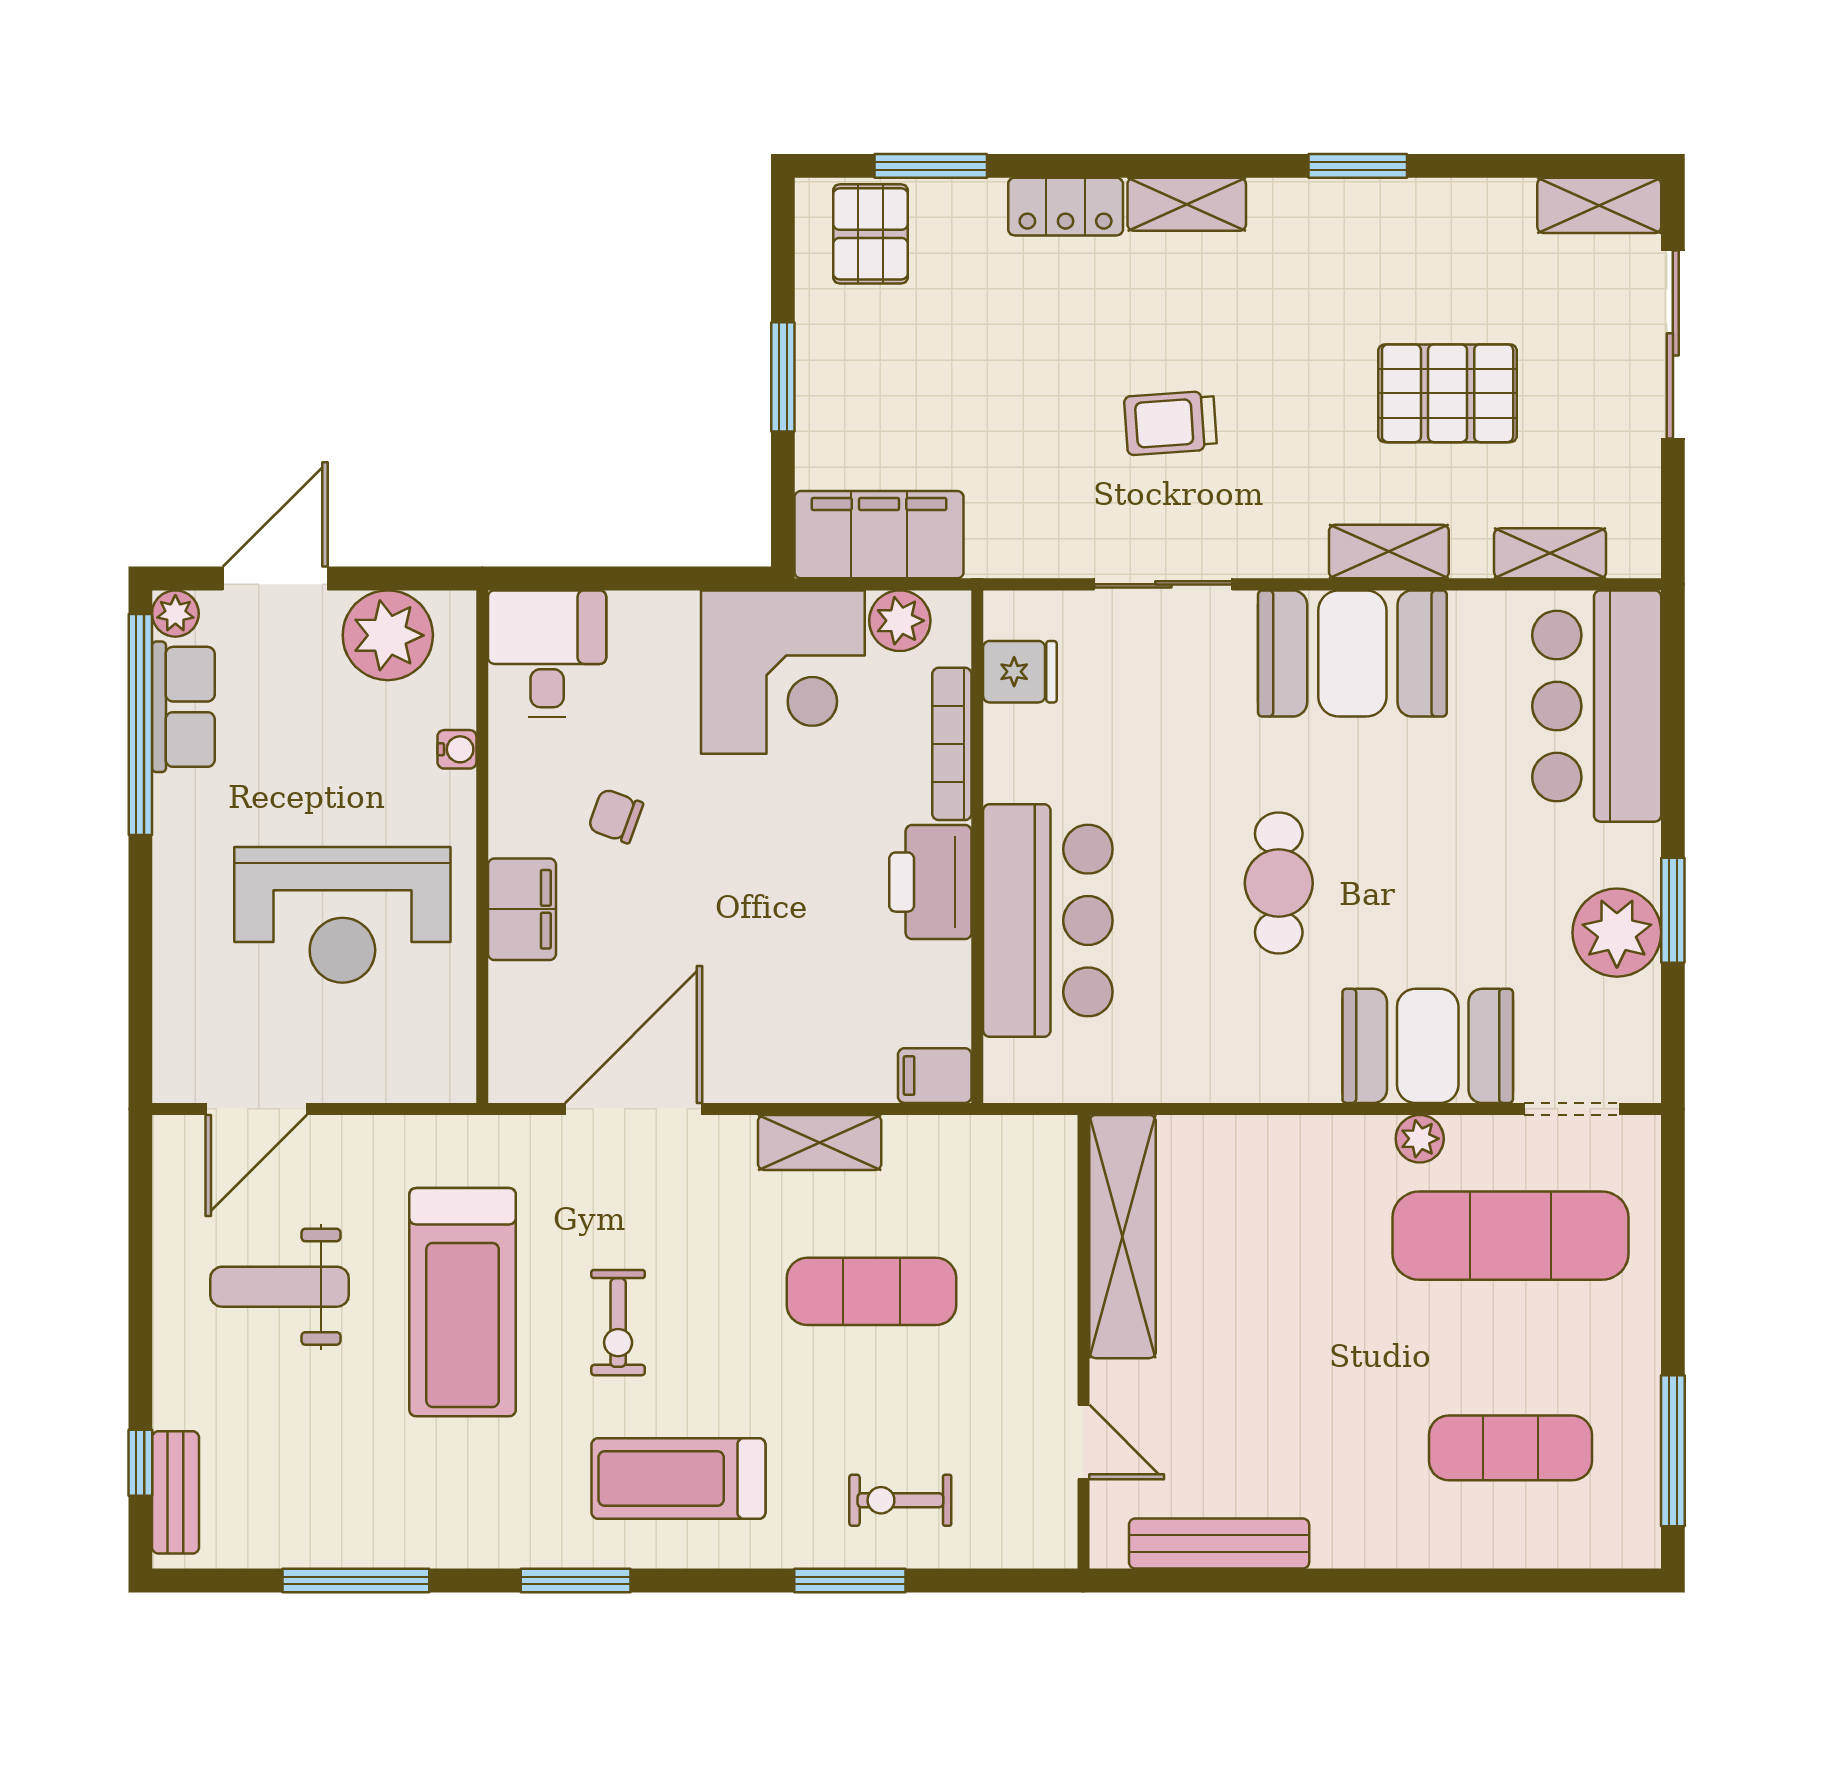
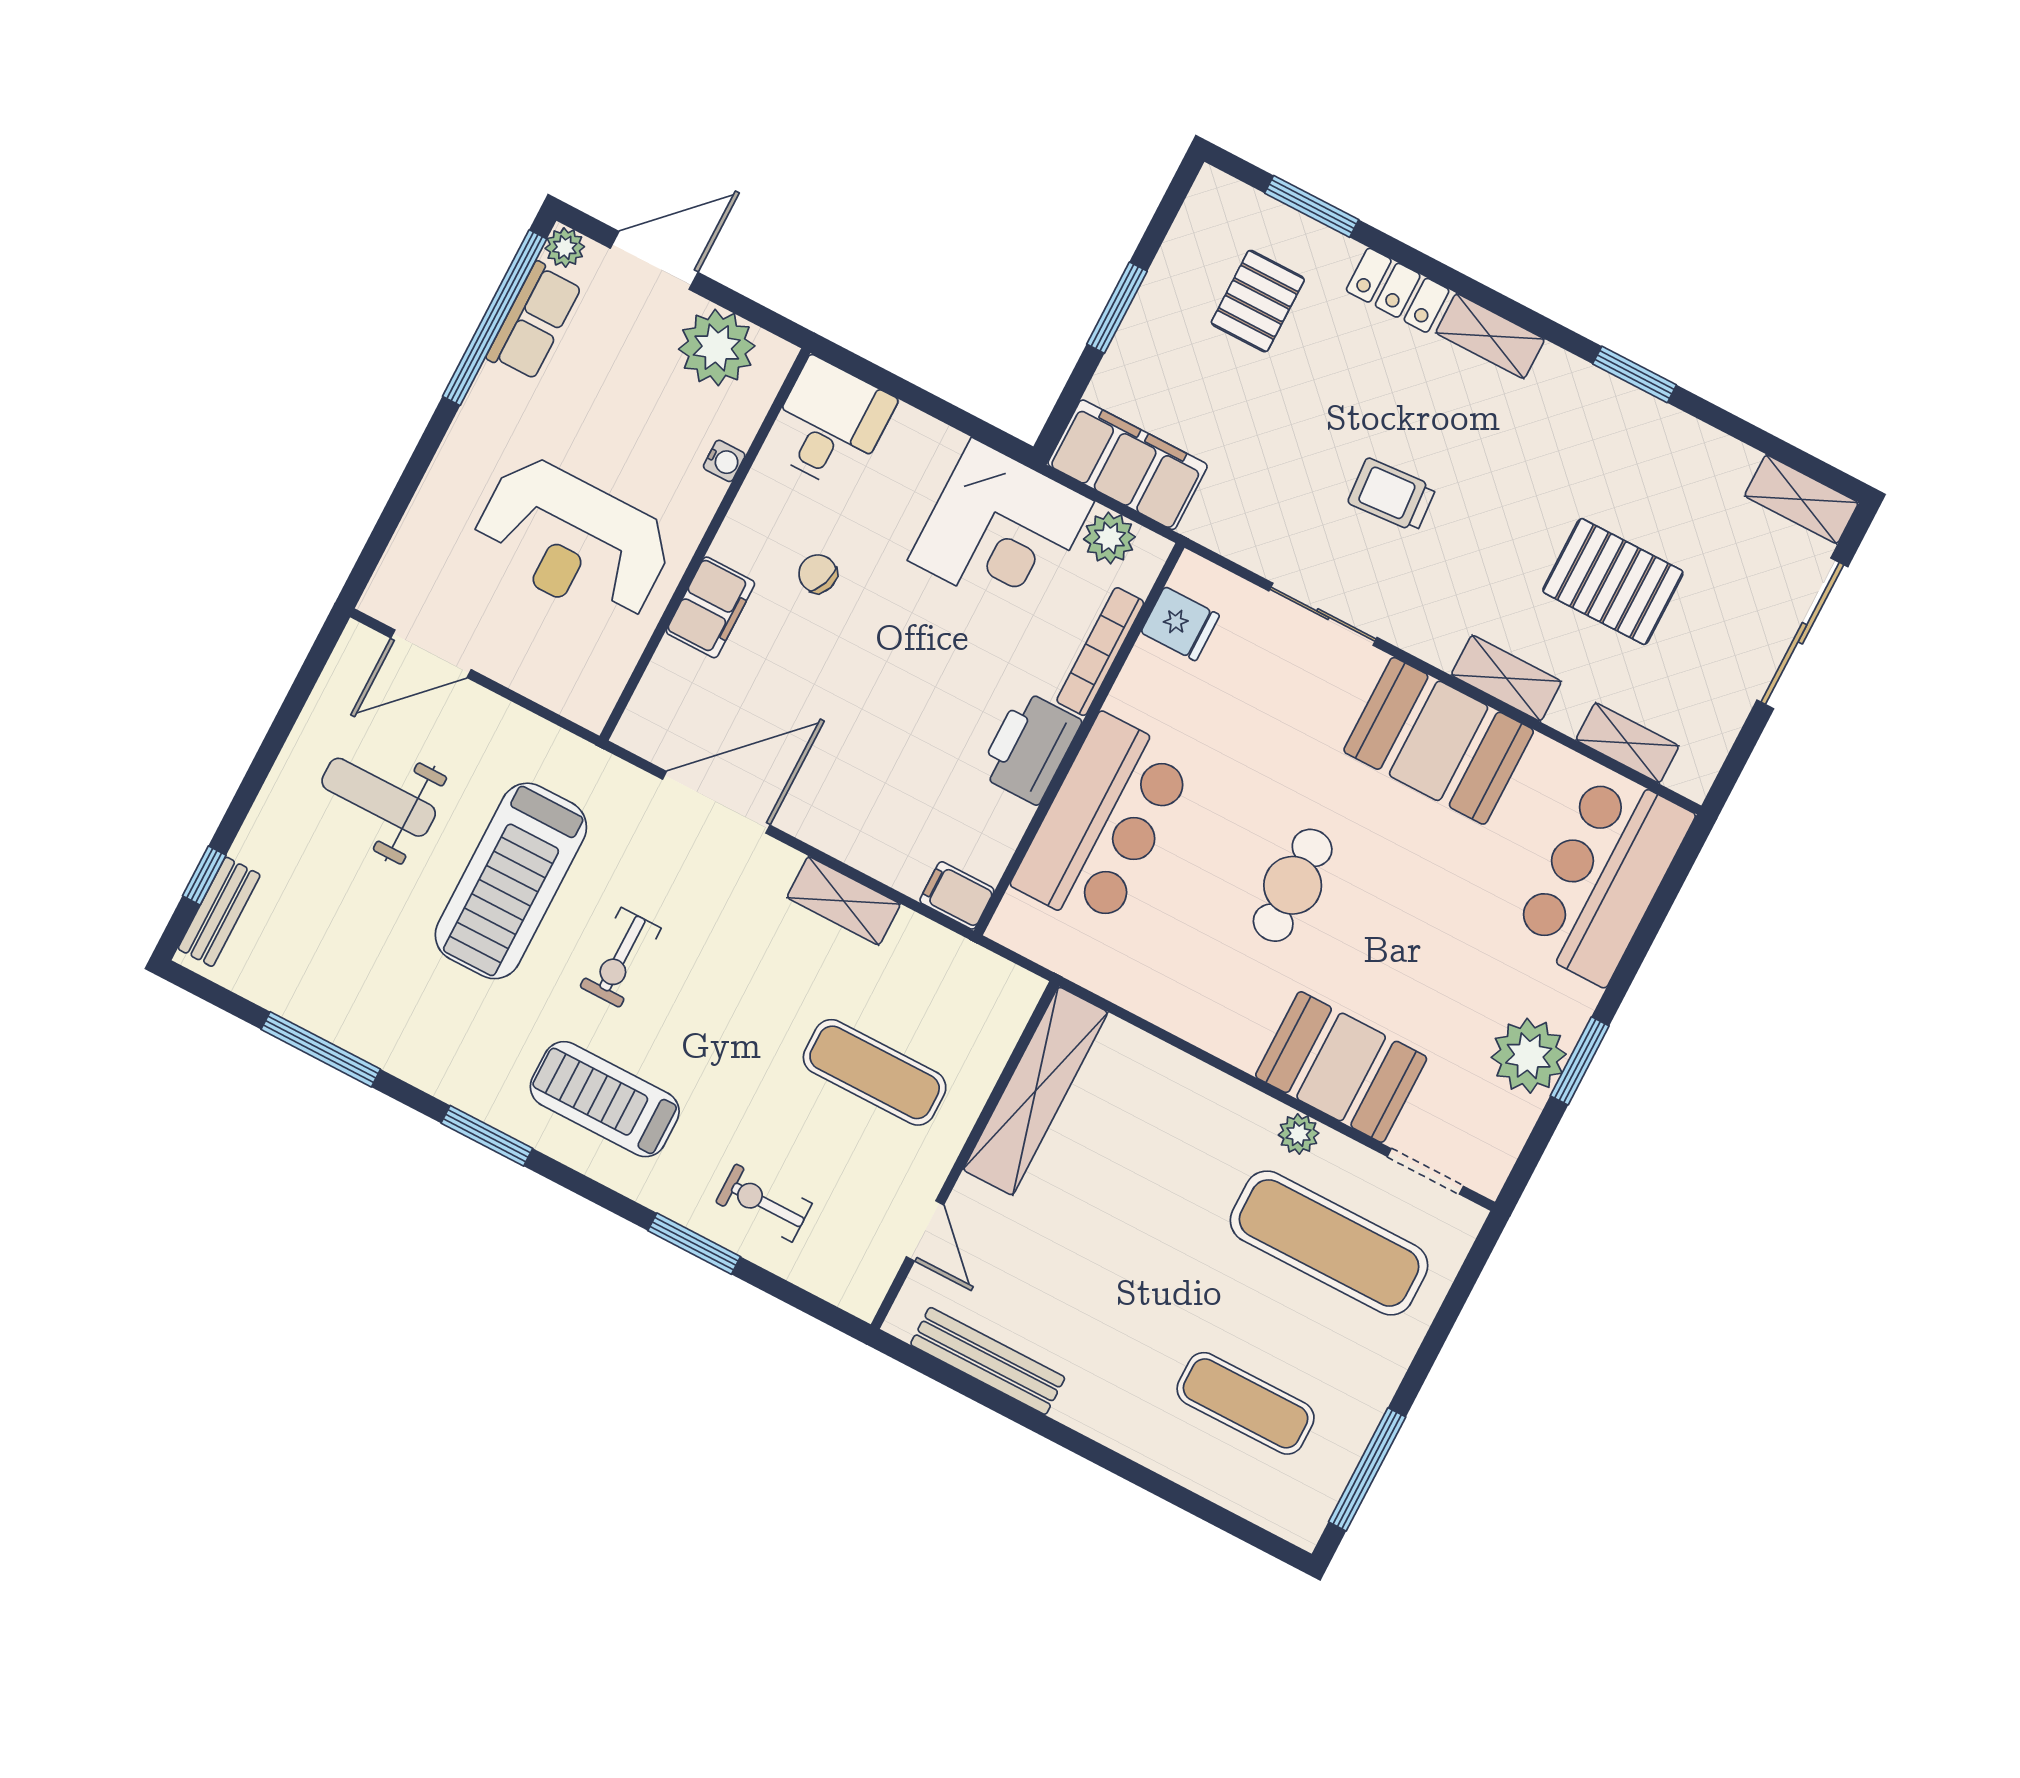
pallet: (871, 234) -> (1258, 301), moved
exercise mat: (872, 1291) -> (875, 1072), moved

